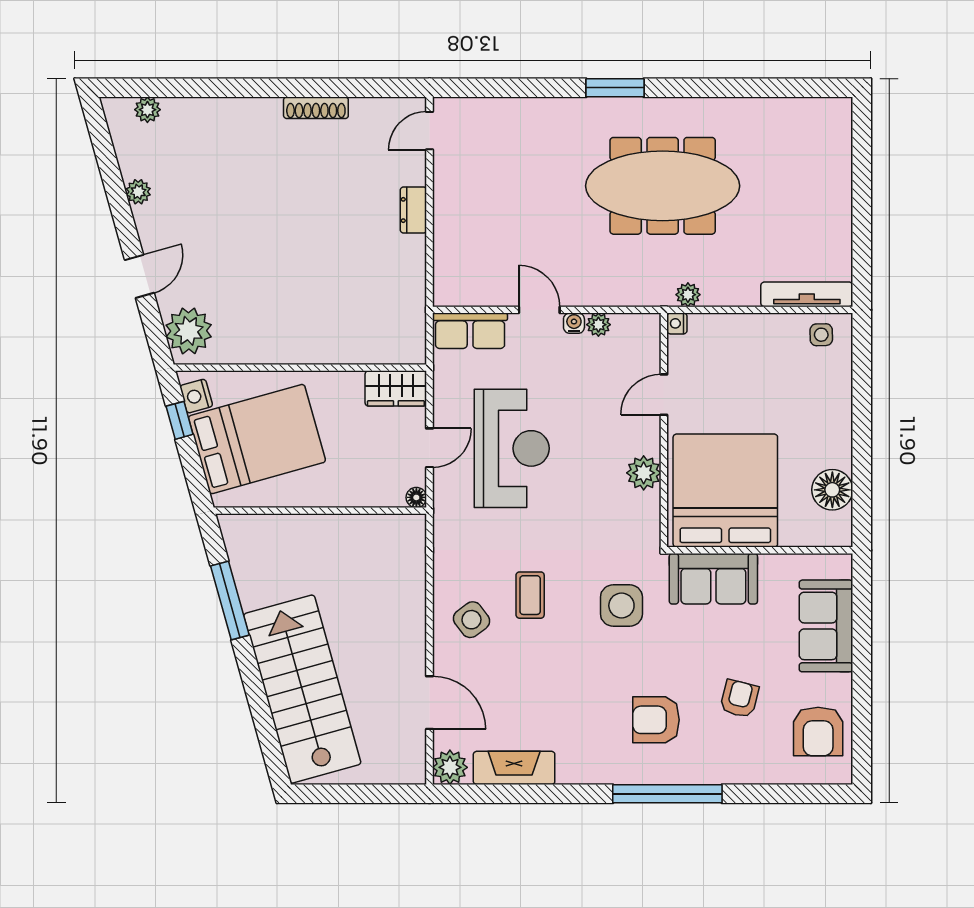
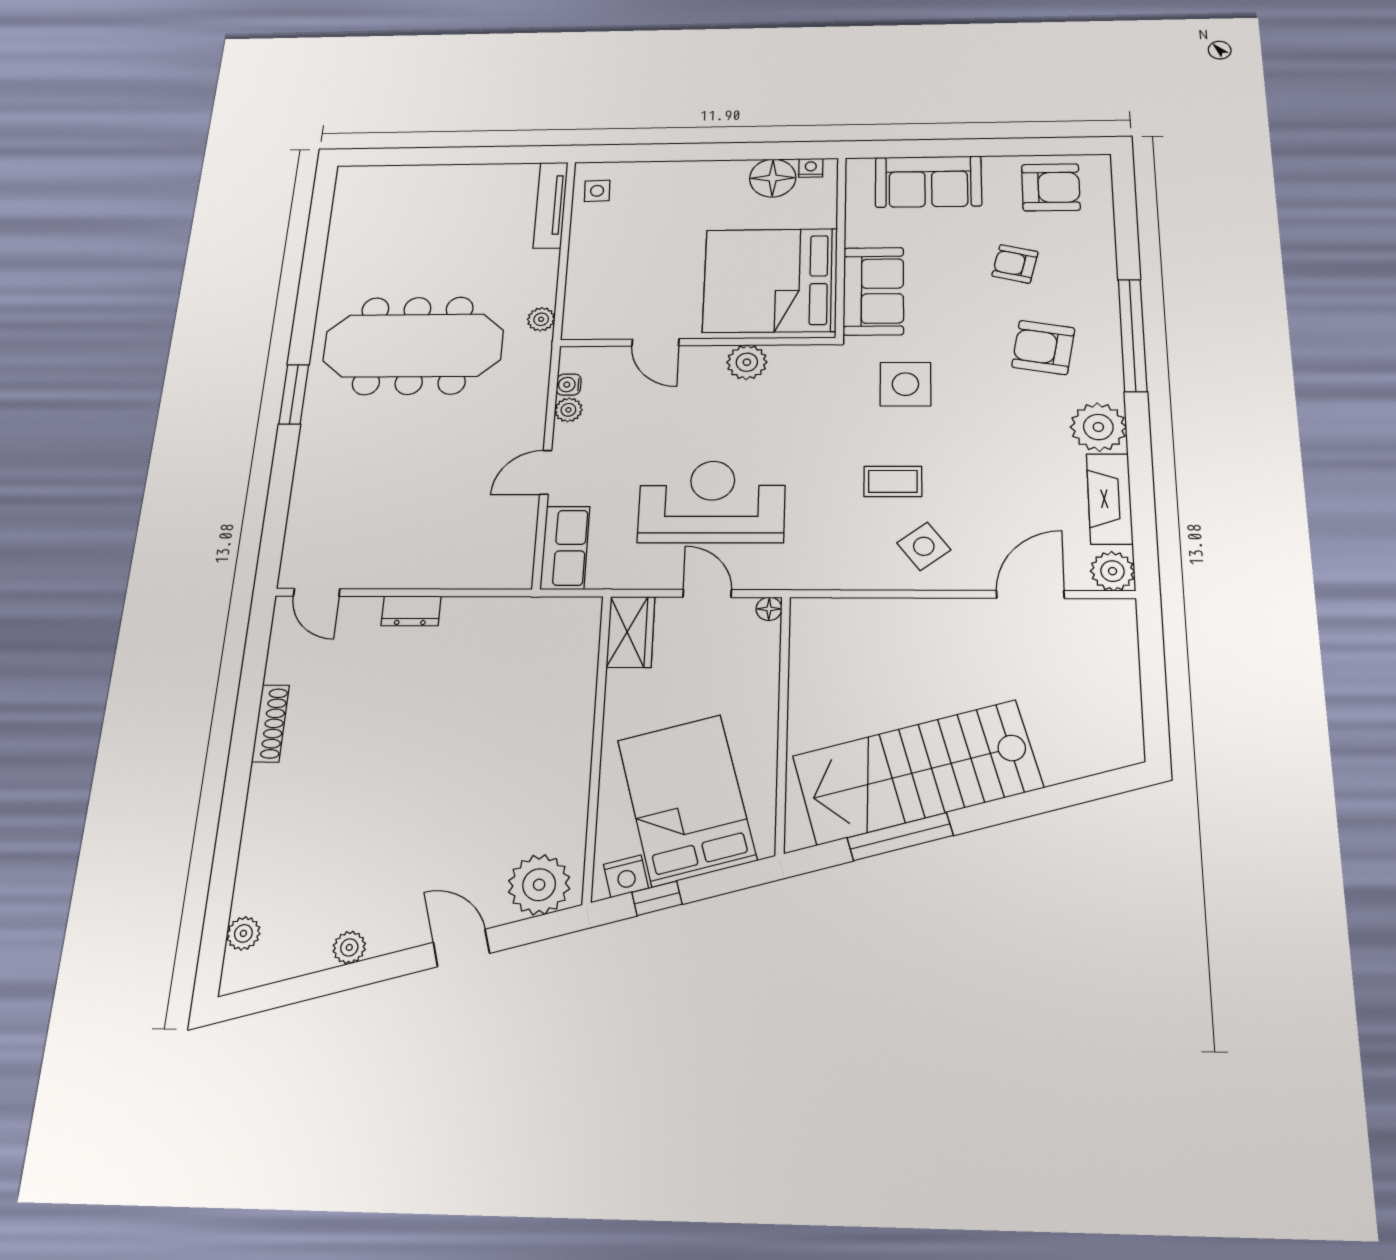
meeting table: (663, 186) -> (413, 346), turned 90
water cooler: (574, 323) -> (569, 385), moved
nightstand: (677, 323) -> (811, 168), moved, turned 180
stairs: (302, 689) -> (917, 772), moved
armchair: (656, 720) -> (1043, 347), turned 100
plant: (580, 762) -> (1098, 427), added

